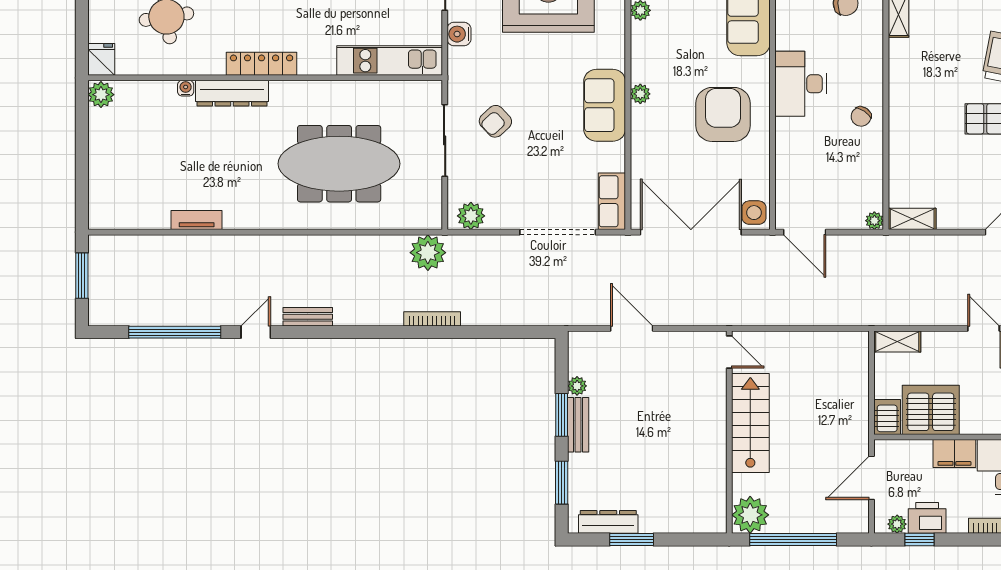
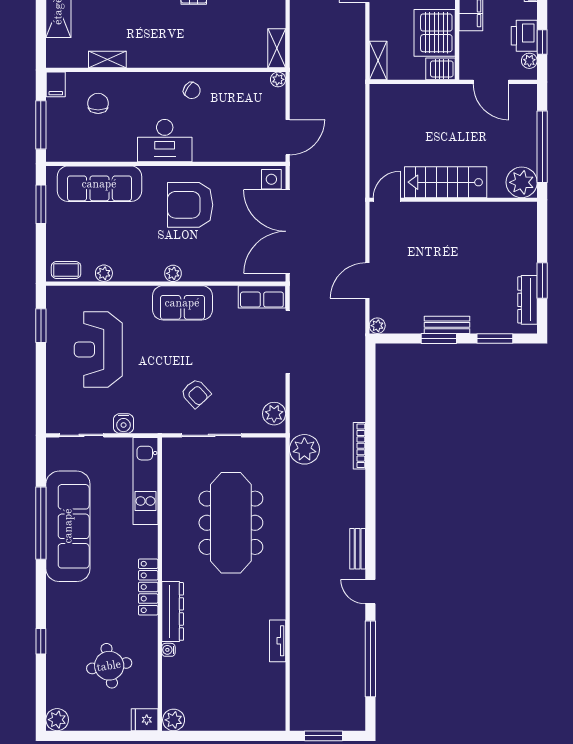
plant: (577, 386) -> (377, 326), moved

